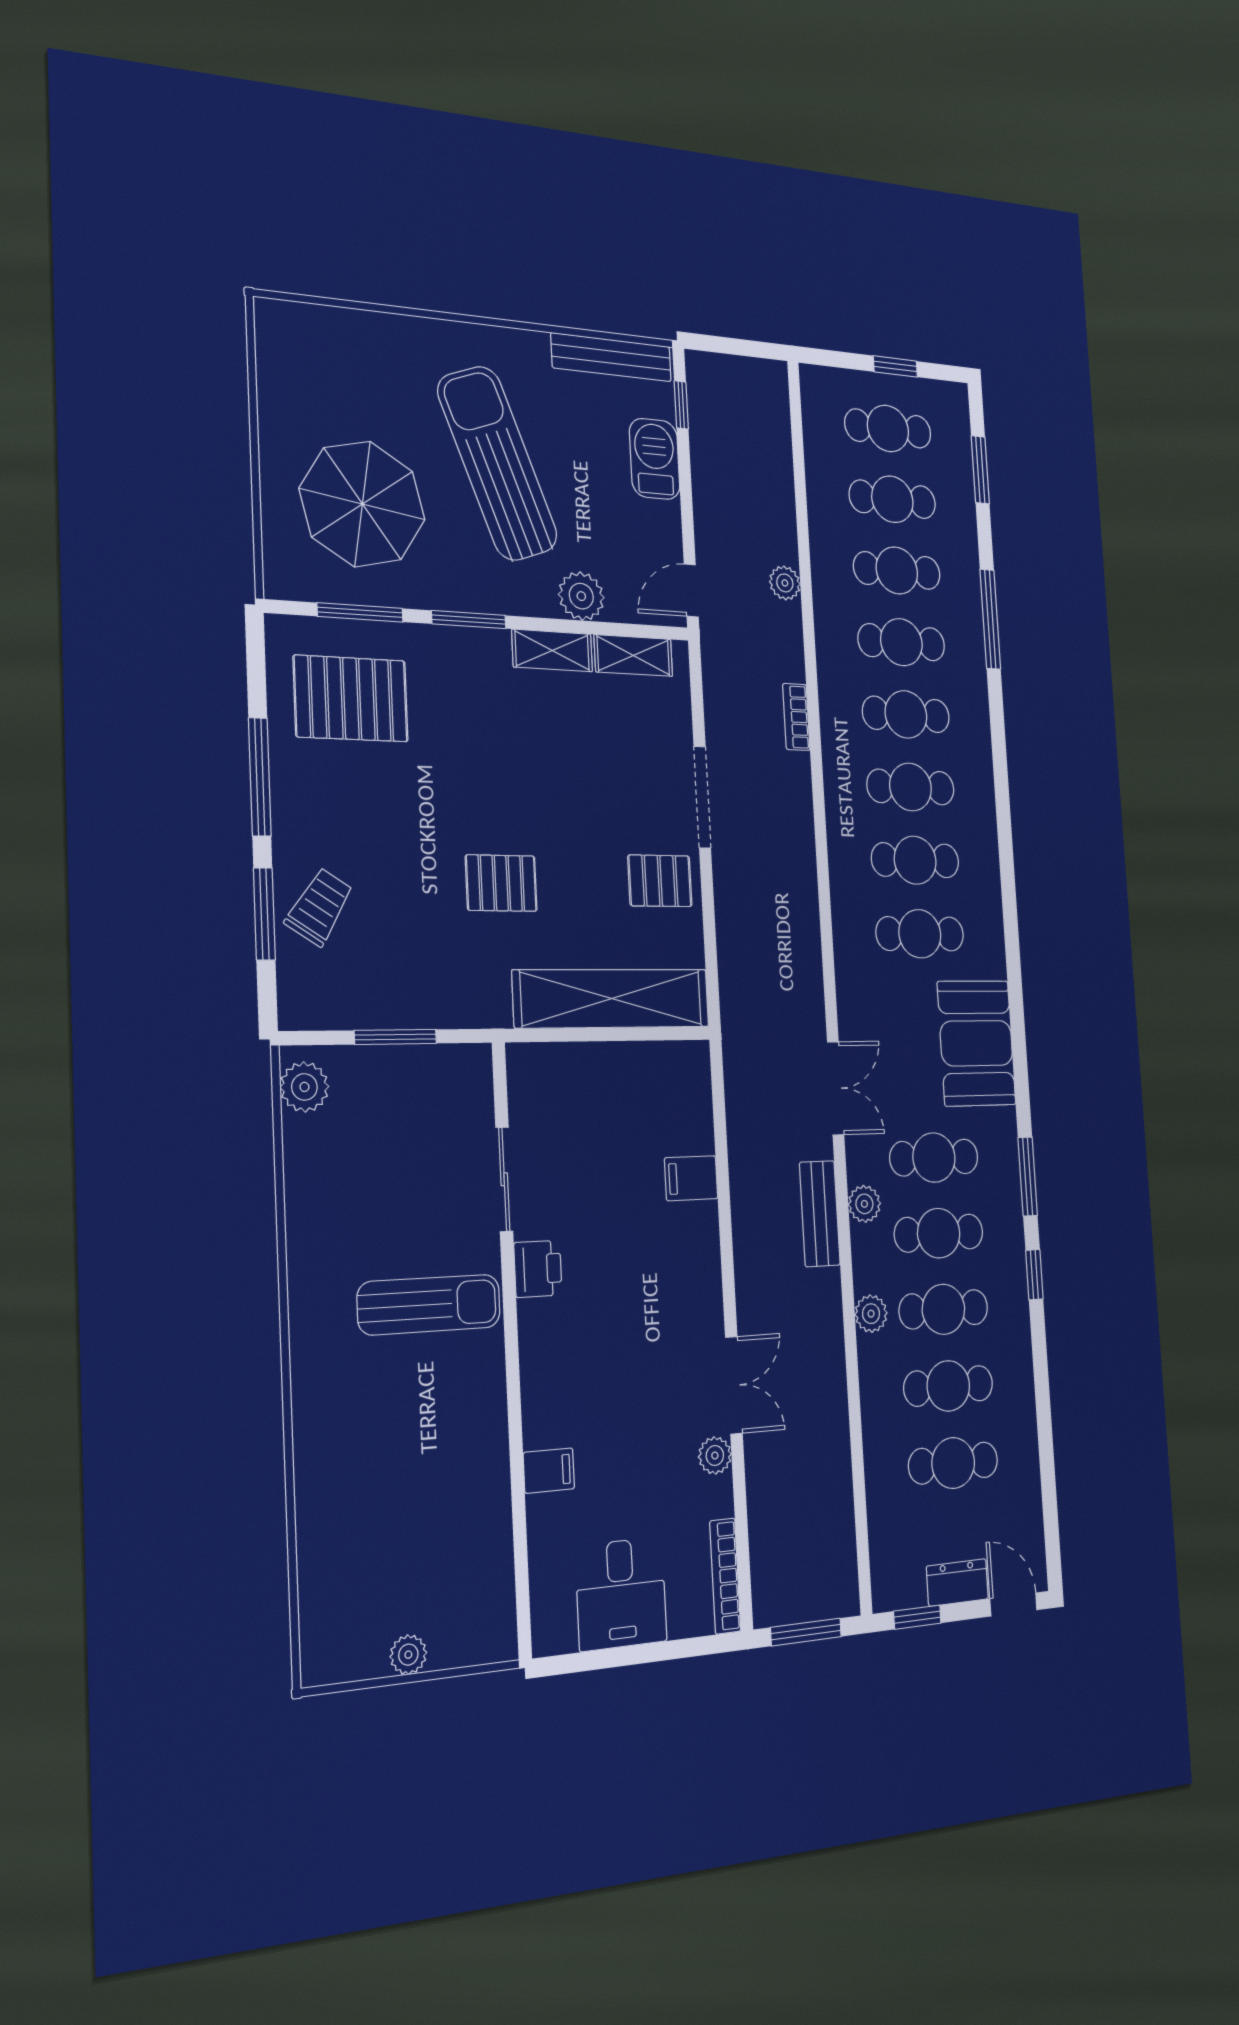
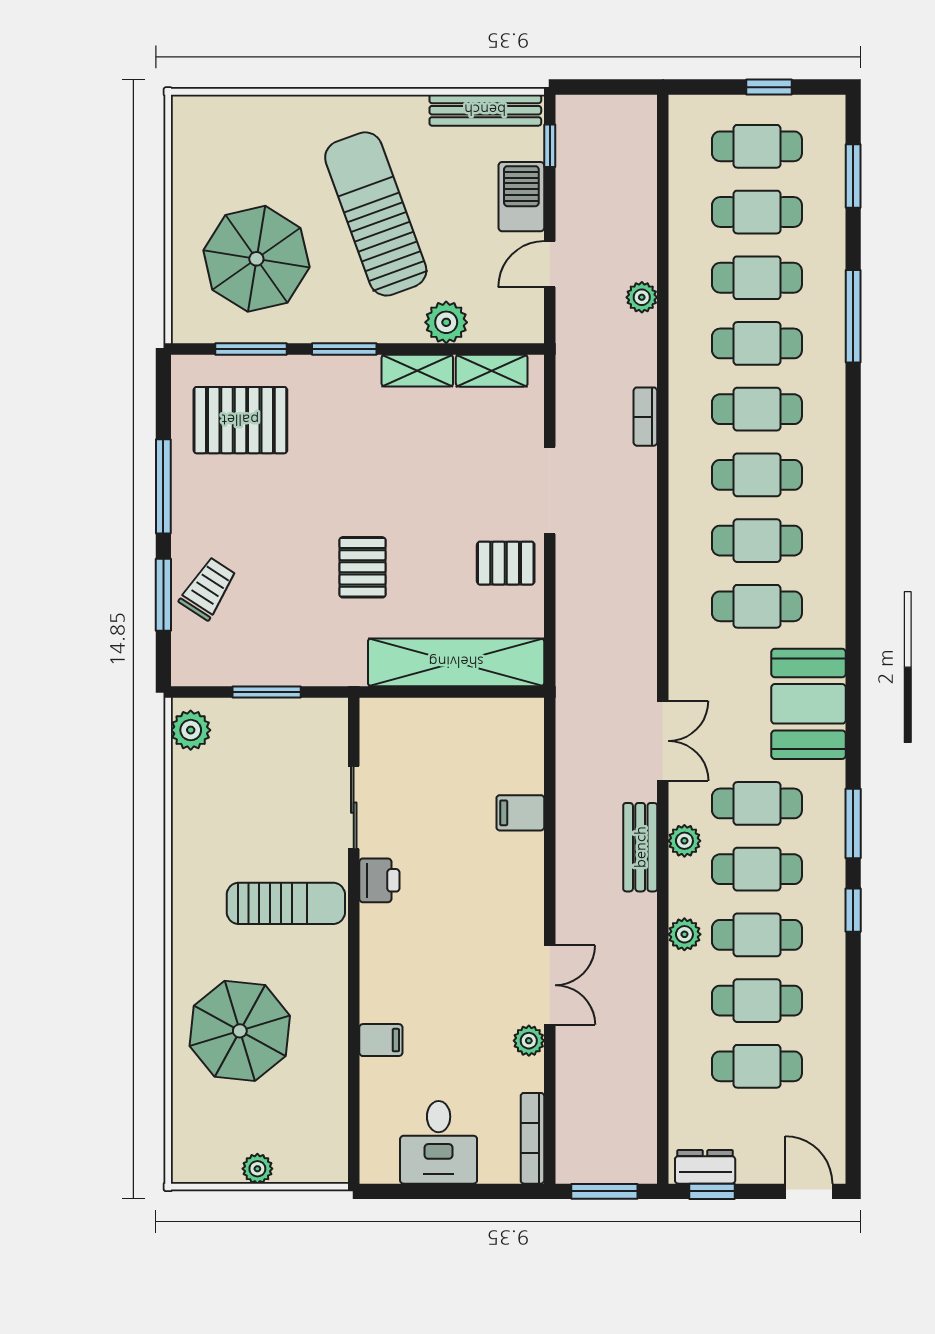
door: (691, 590) -> (550, 264), moved
pallet: (501, 883) -> (363, 567), turned 90
parasol: (380, 1475) -> (240, 1031), added
dresser: (957, 1582) -> (705, 1167), moved

